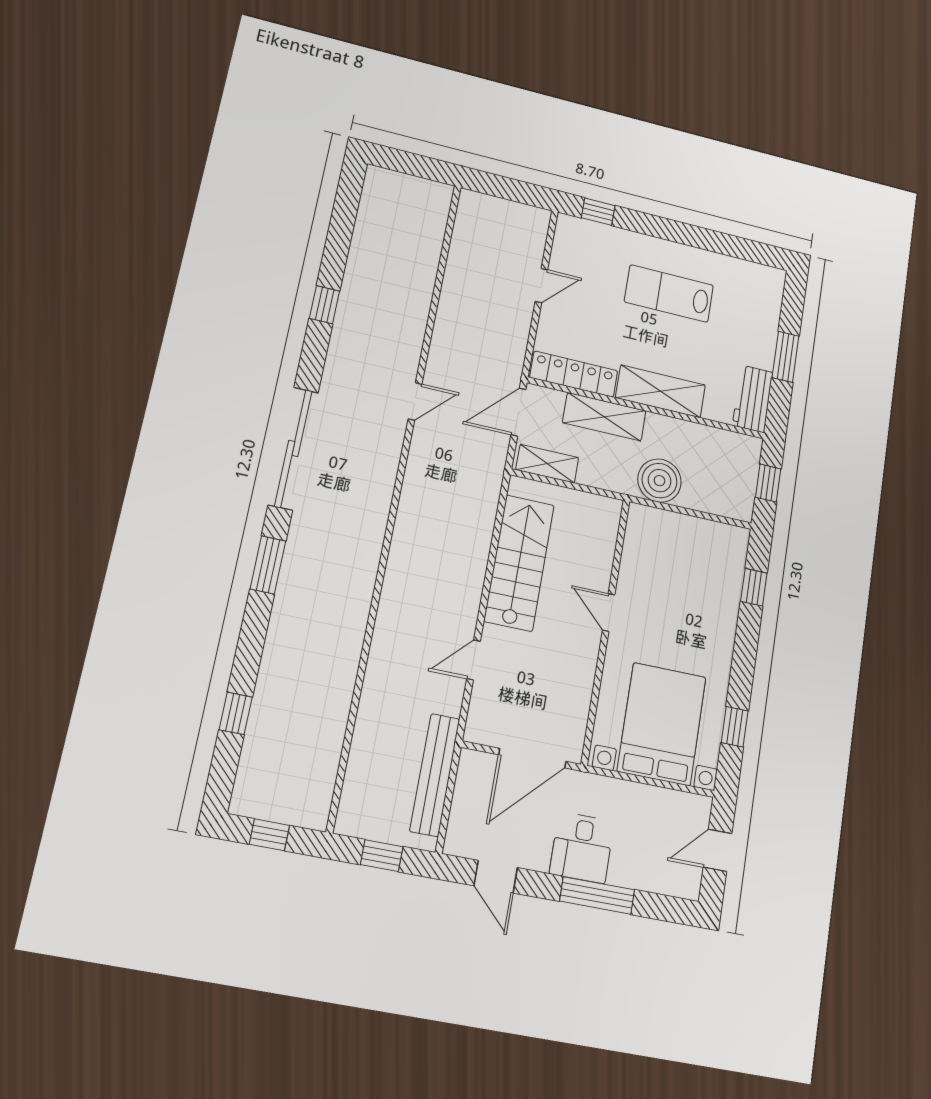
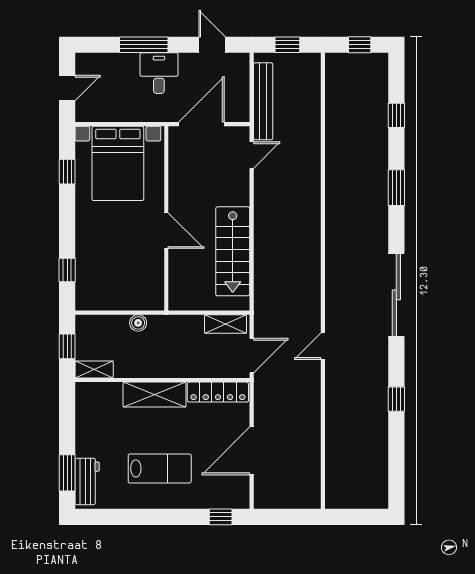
door: (541, 286) -> (252, 451), width x1.88
window: (786, 357) -> (67, 473), moved
workbench: (753, 399) -> (87, 481), moved
shelving: (604, 417) -> (94, 369), moved, width x0.67, depth x0.75
boiler: (660, 481) -> (138, 323), width x0.54, depth x0.54
window: (268, 565) -> (396, 188), moved
door: (609, 613) -> (166, 231), width x1.38
door: (474, 660) -> (252, 155), moved

